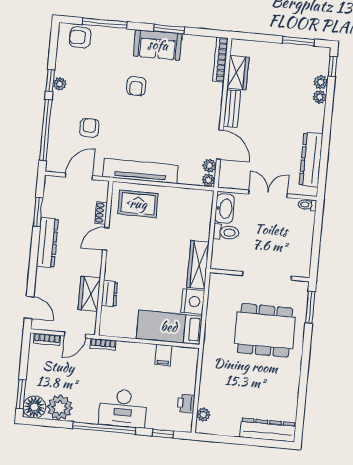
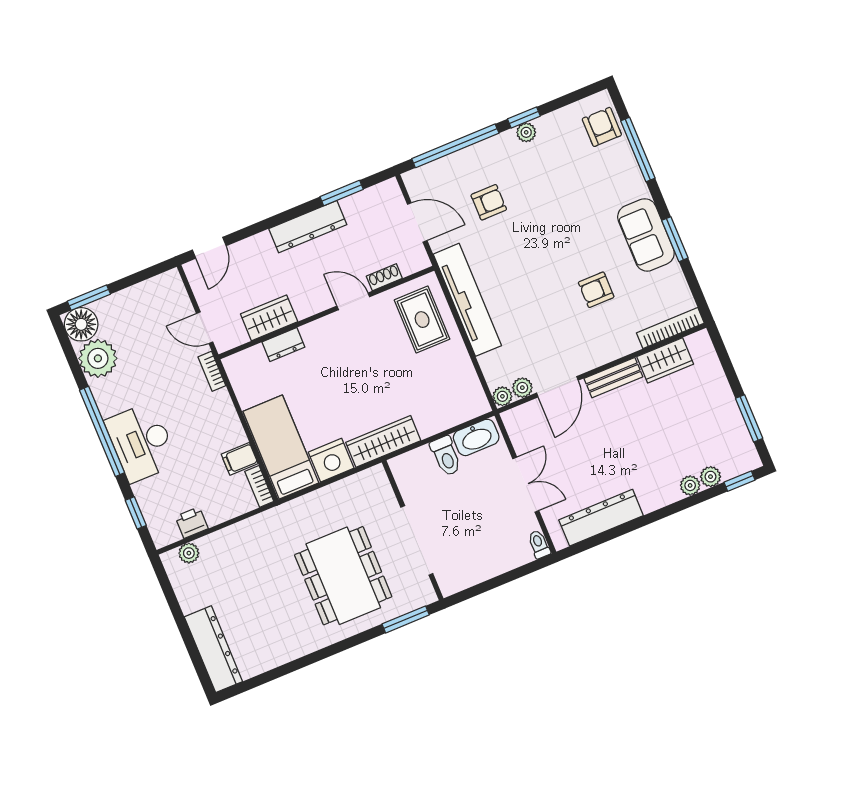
armchair: (136, 86) -> (596, 290), moved
bookcase: (47, 339) -> (259, 486), moved

